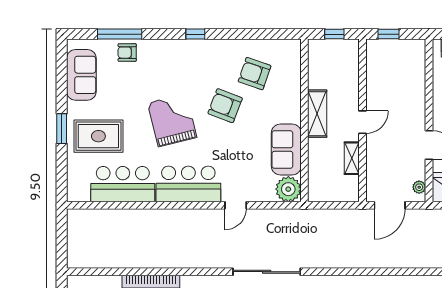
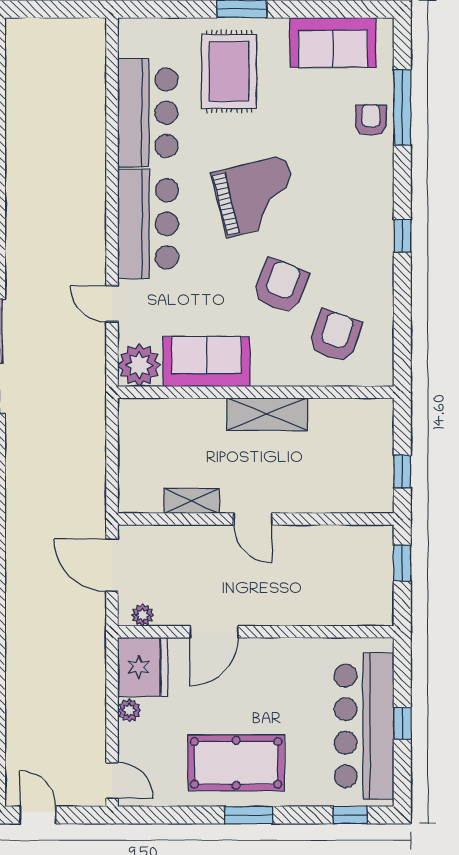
shelving: (317, 114) -> (267, 414), moved
wall: (304, 120) -> (256, 392), moved
sofa: (286, 150) -> (206, 362), moved
plant: (288, 189) -> (139, 365), moved

